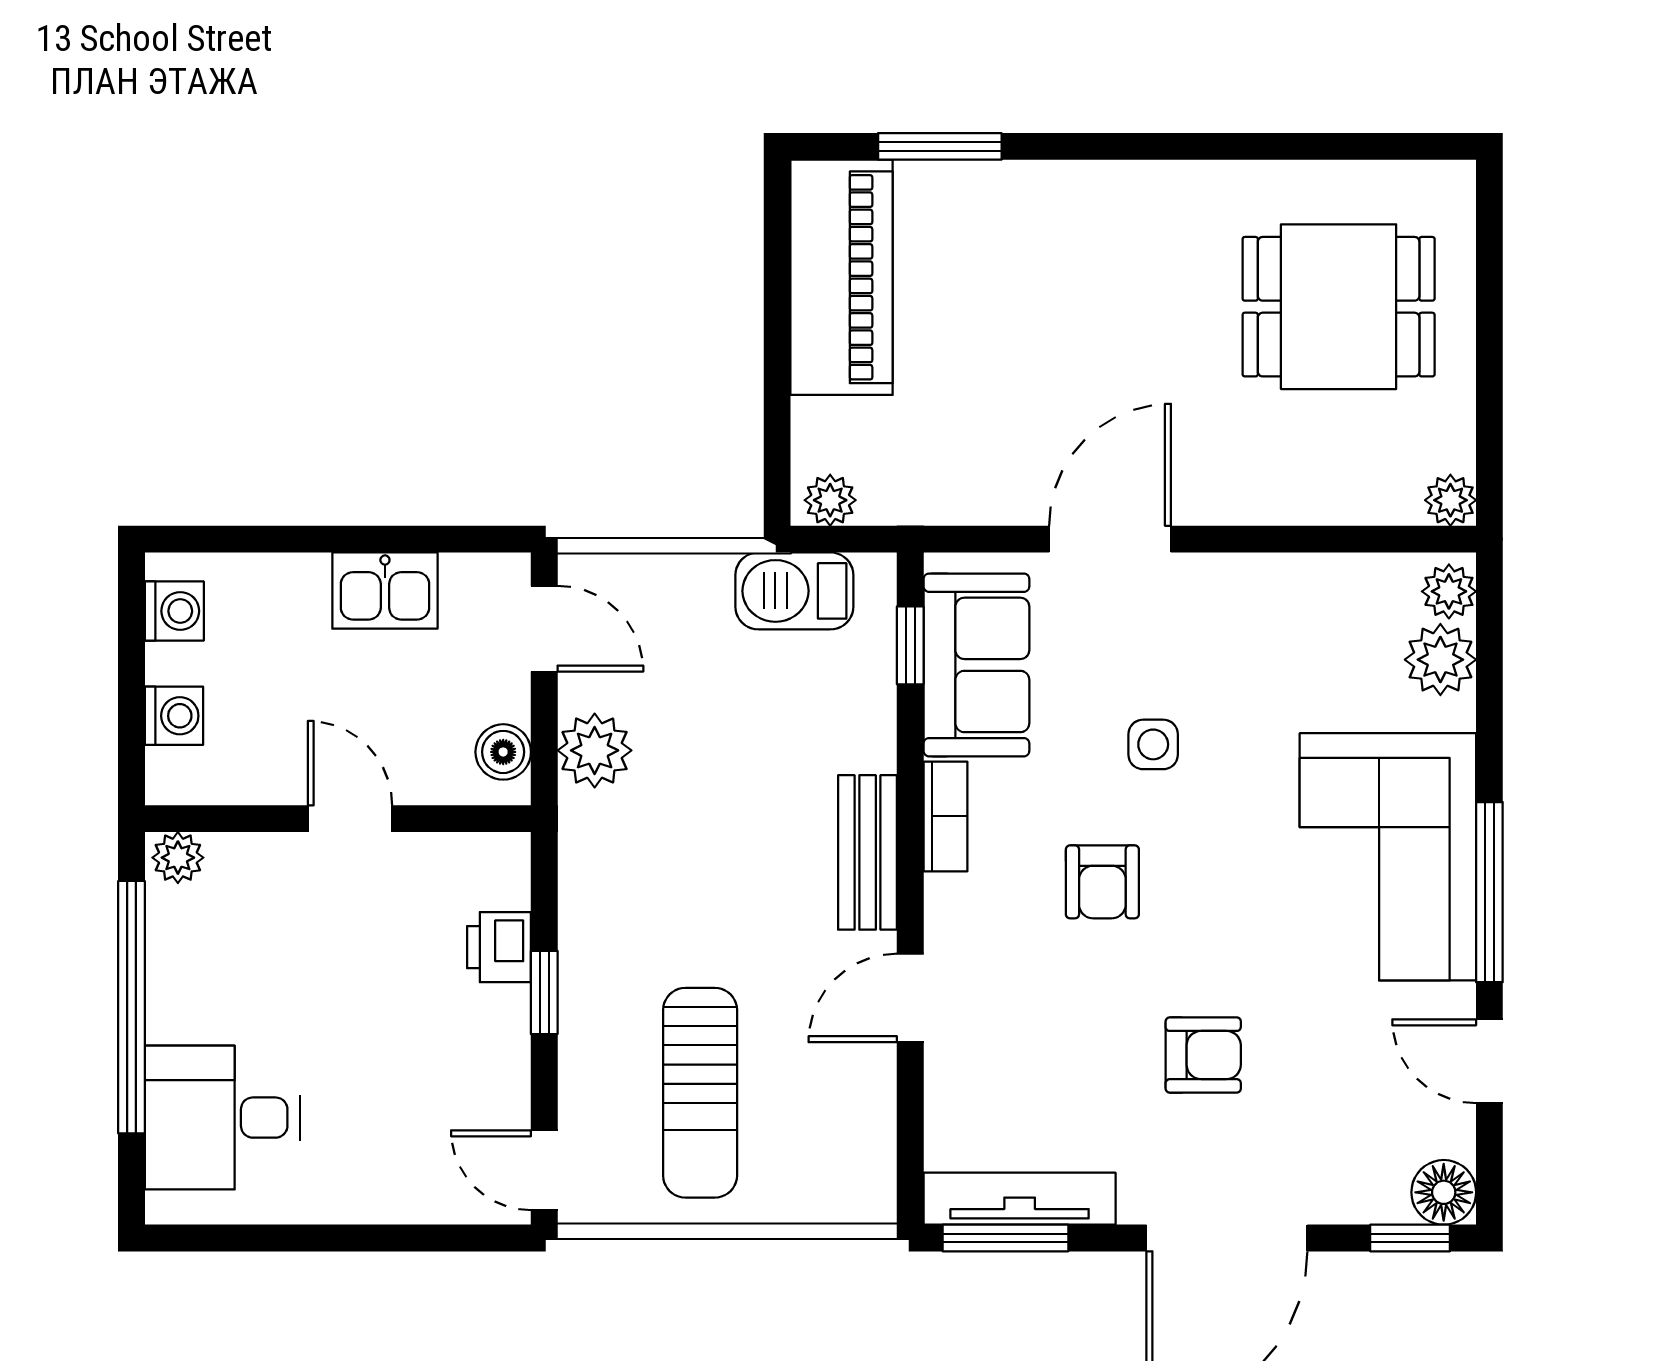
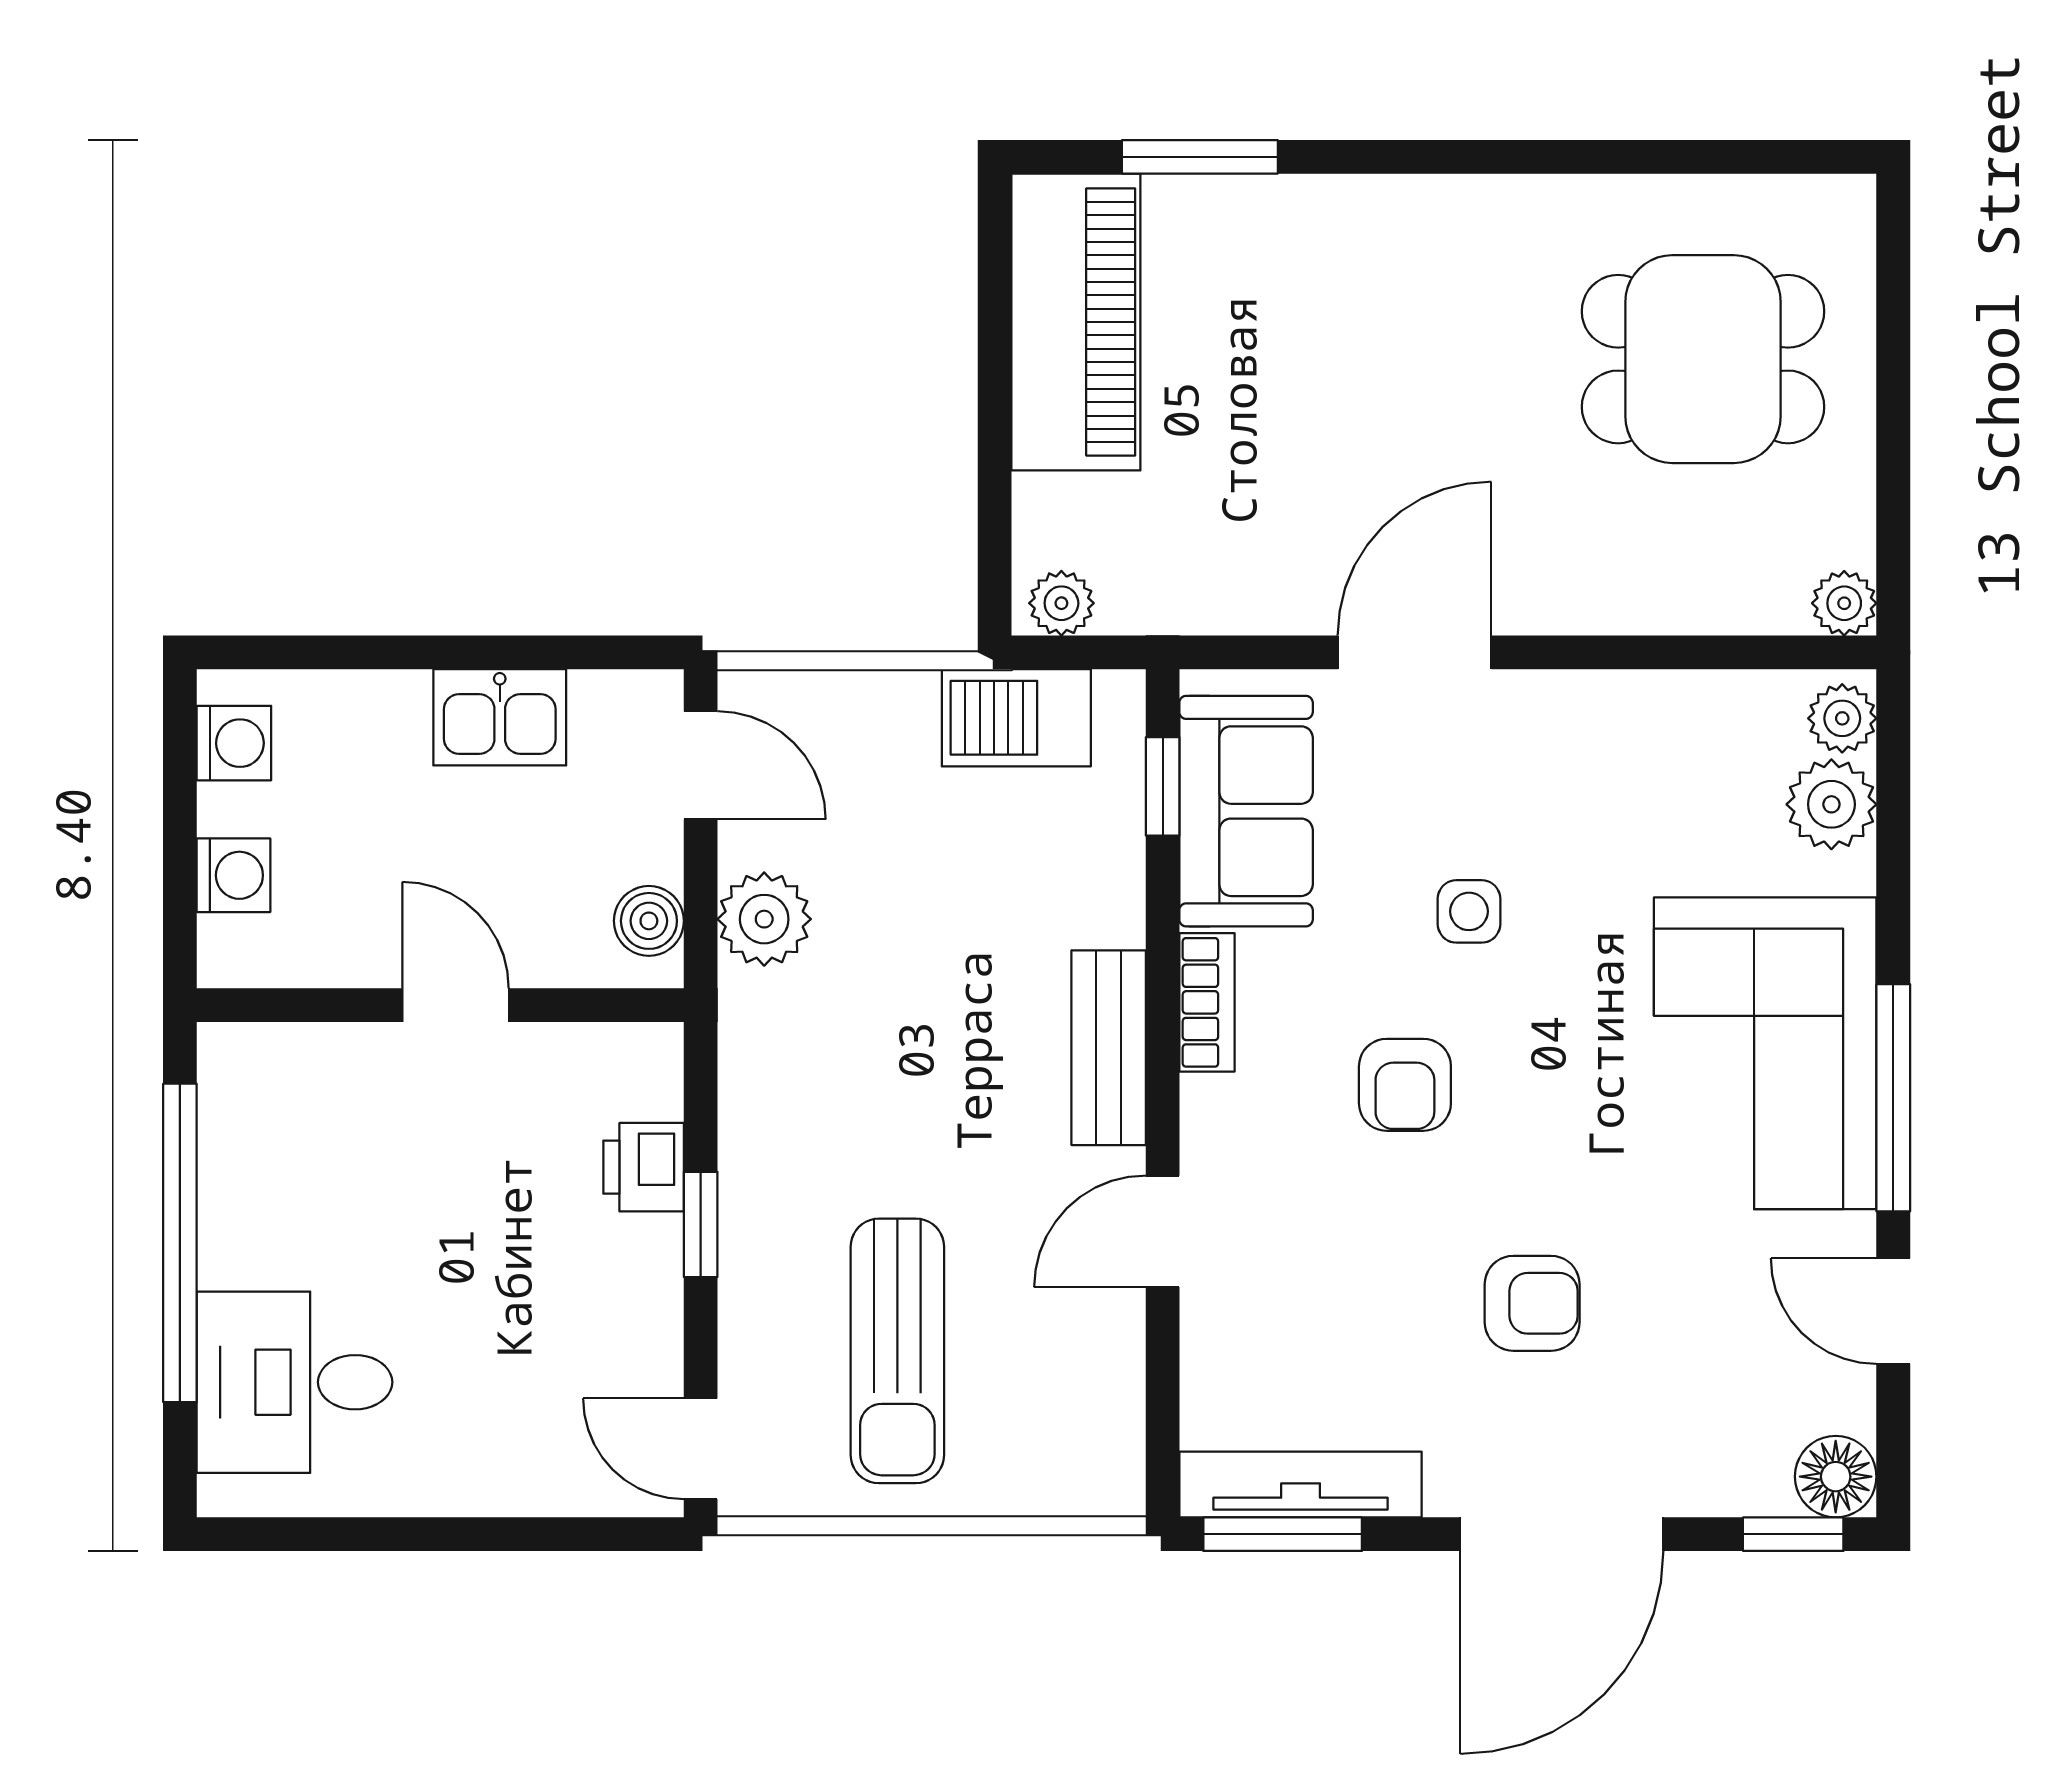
plant: (178, 858) -> (238, 1054), removed

